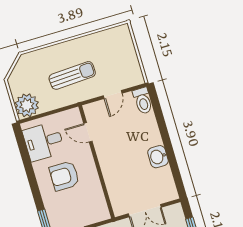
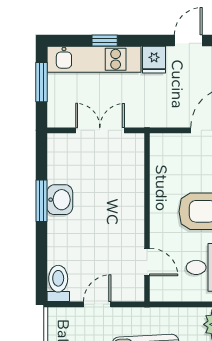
window: (170, 152) -> (42, 201), added

